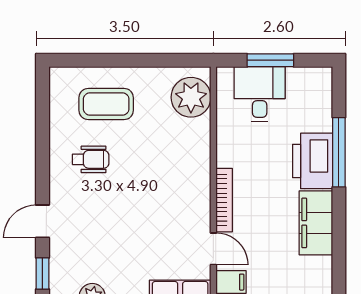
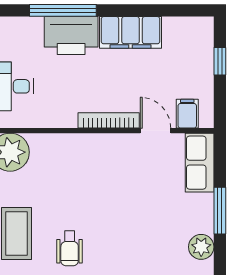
wheelchair: (91, 159) -> (70, 248), turned 180
door: (213, 249) -> (155, 131), hinge flipped

